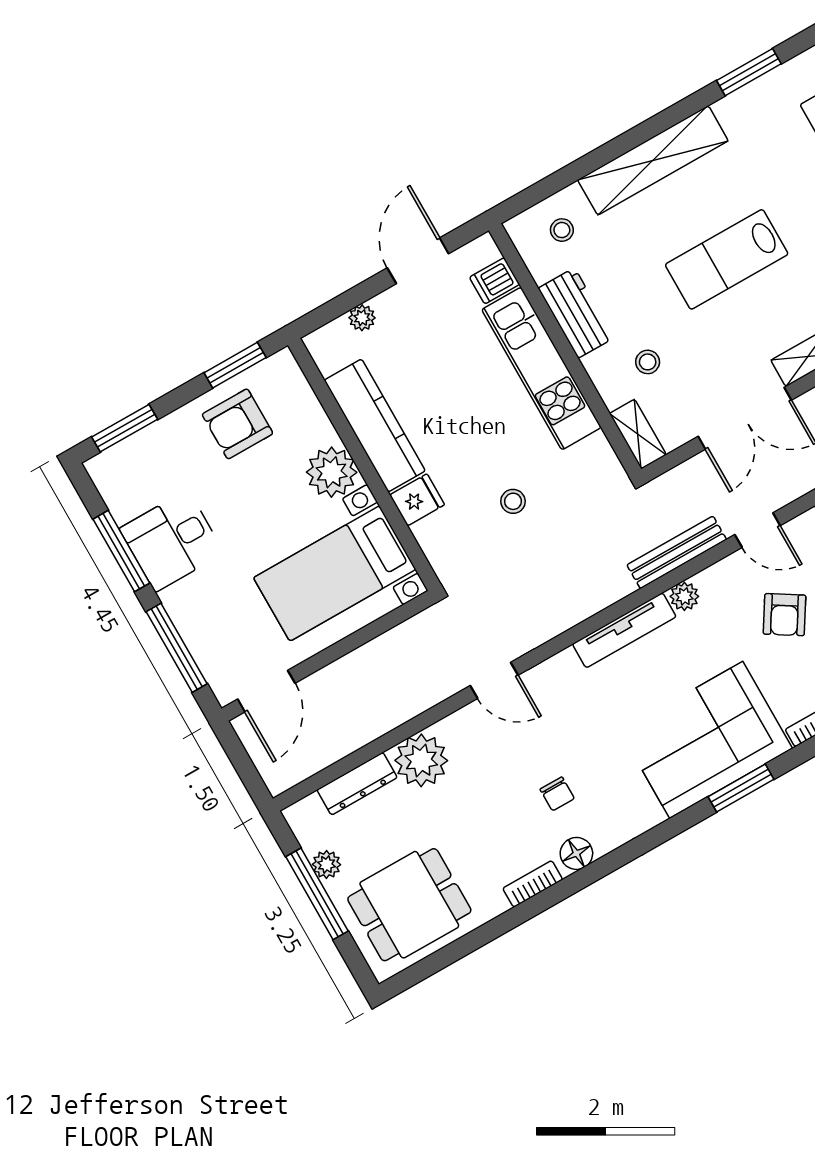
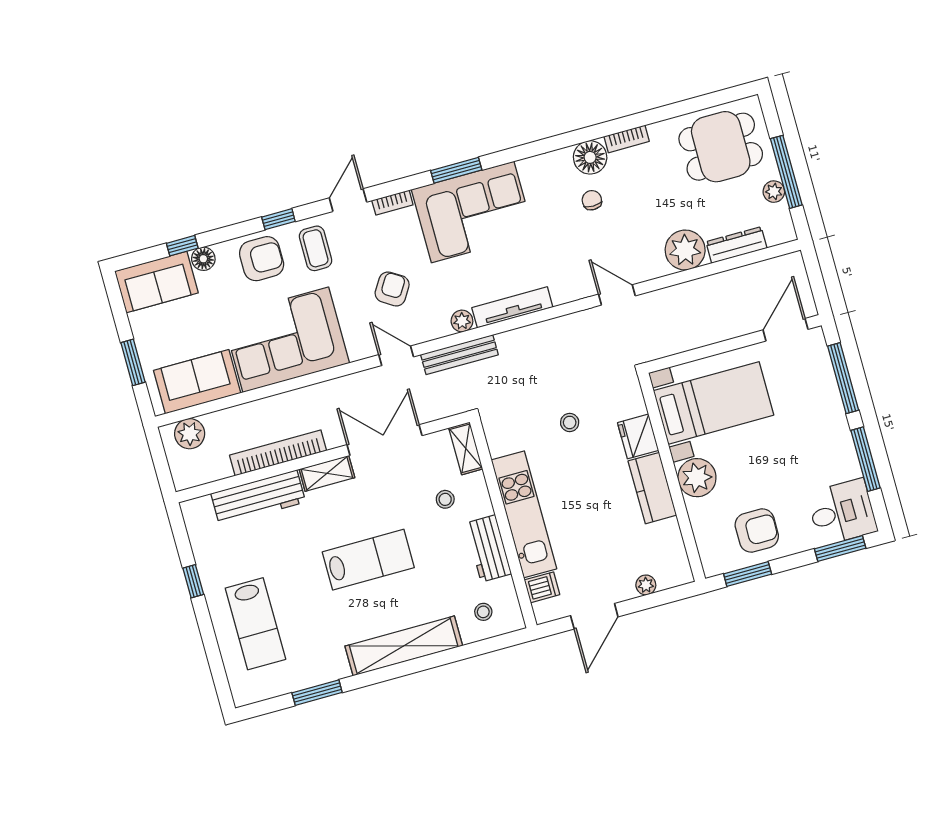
kitchen counter: (375, 426) -> (652, 488), width x0.67
fridge: (417, 500) -> (638, 436), width x1.38
desk: (172, 541) -> (842, 512), moved
floor lamp: (576, 853) -> (590, 157), width x1.38, depth x1.38

